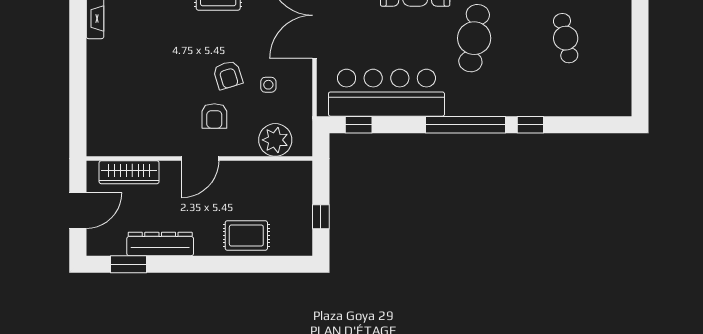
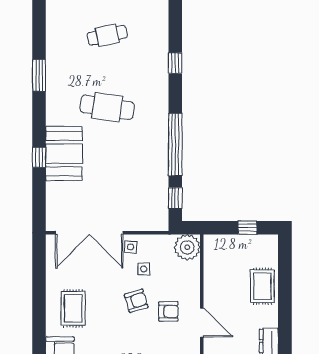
side table: (296, 68) -> (131, 247), added
bar counter: (386, 93) -> (150, 176), removed
window: (466, 125) -> (175, 145), moved
plant: (275, 140) -> (187, 247), moved

